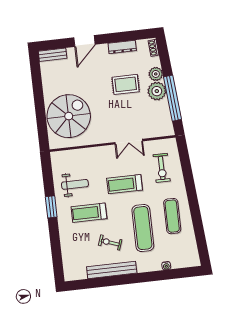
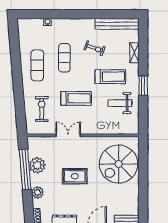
rug: (126, 84) -> (75, 176), moved
plant: (157, 91) -> (37, 165), moved
exercise mat: (143, 228) -> (64, 58), width x0.73, depth x0.69
shelving: (65, 242) -> (134, 53), added
bench: (112, 270) -> (117, 24), moved

